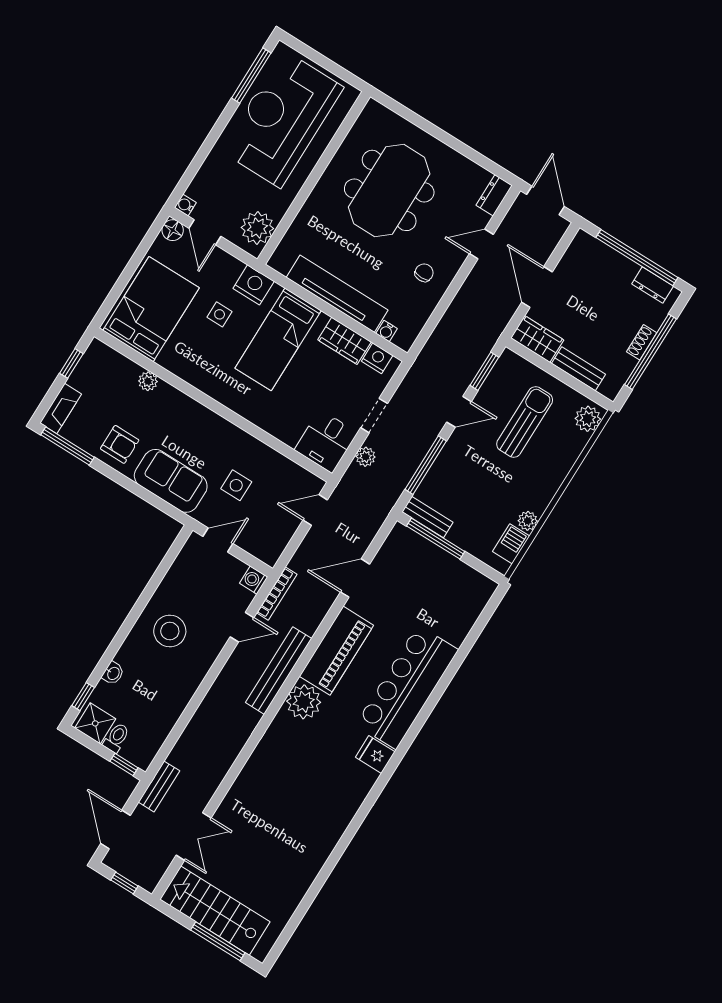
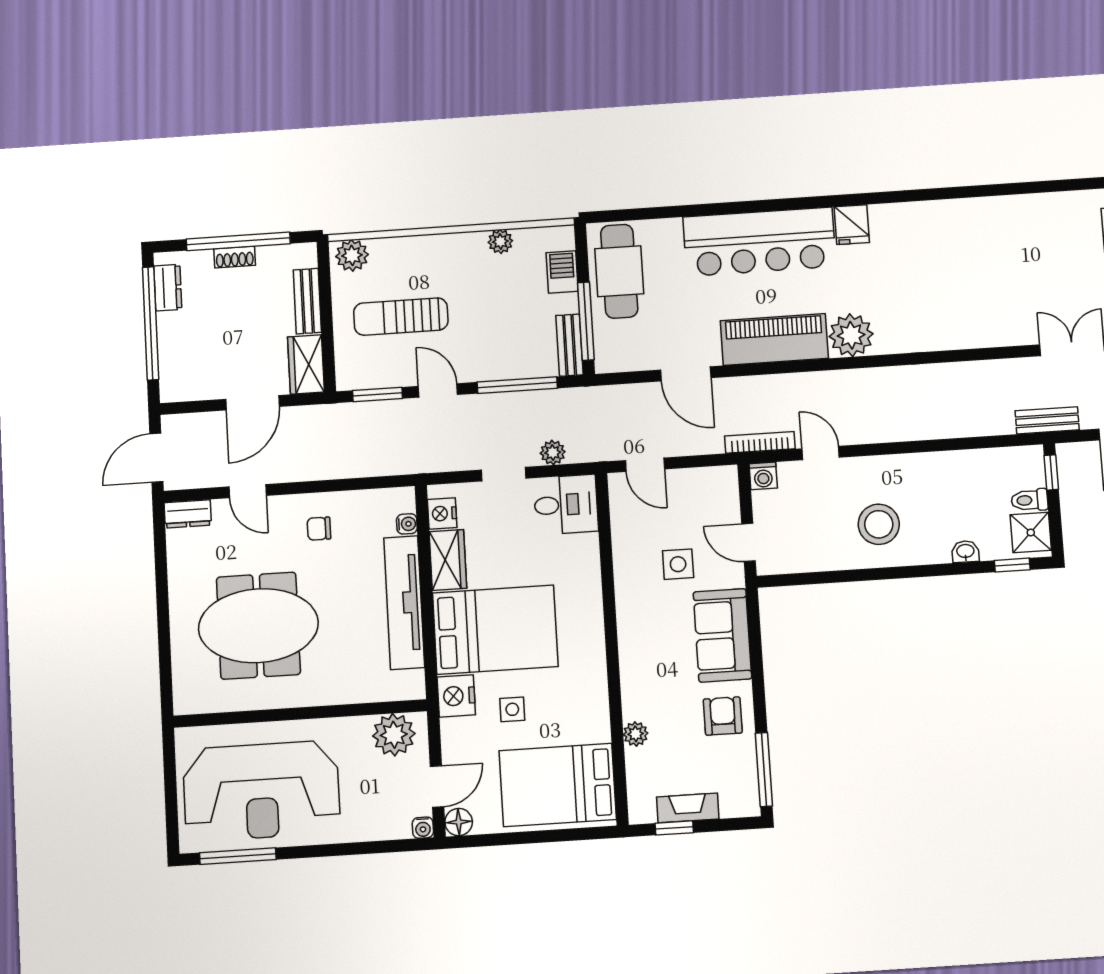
bed: (278, 339) -> (495, 630), width x1.50
fireplace: (61, 408) -> (688, 808), moved
barbecue: (511, 544) -> (562, 272), moved, turned 90
cafe table: (453, 583) -> (619, 271), added
bench: (279, 671) -> (838, 384), removed

